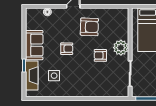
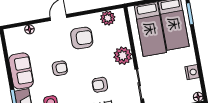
plant: (114, 14) -> (108, 18), added
armchair: (100, 55) -> (100, 85), moved

